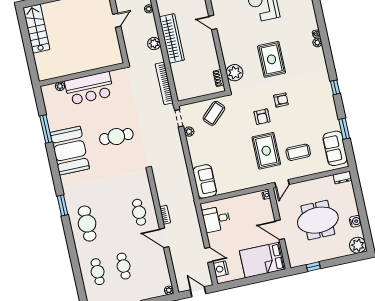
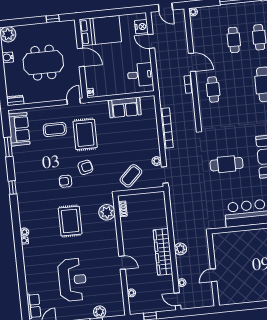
bookcase: (164, 83) -> (167, 128), moved
armchair: (262, 117) -> (85, 167), turned 77
sofa: (205, 181) -> (125, 107), moved, turned -90

